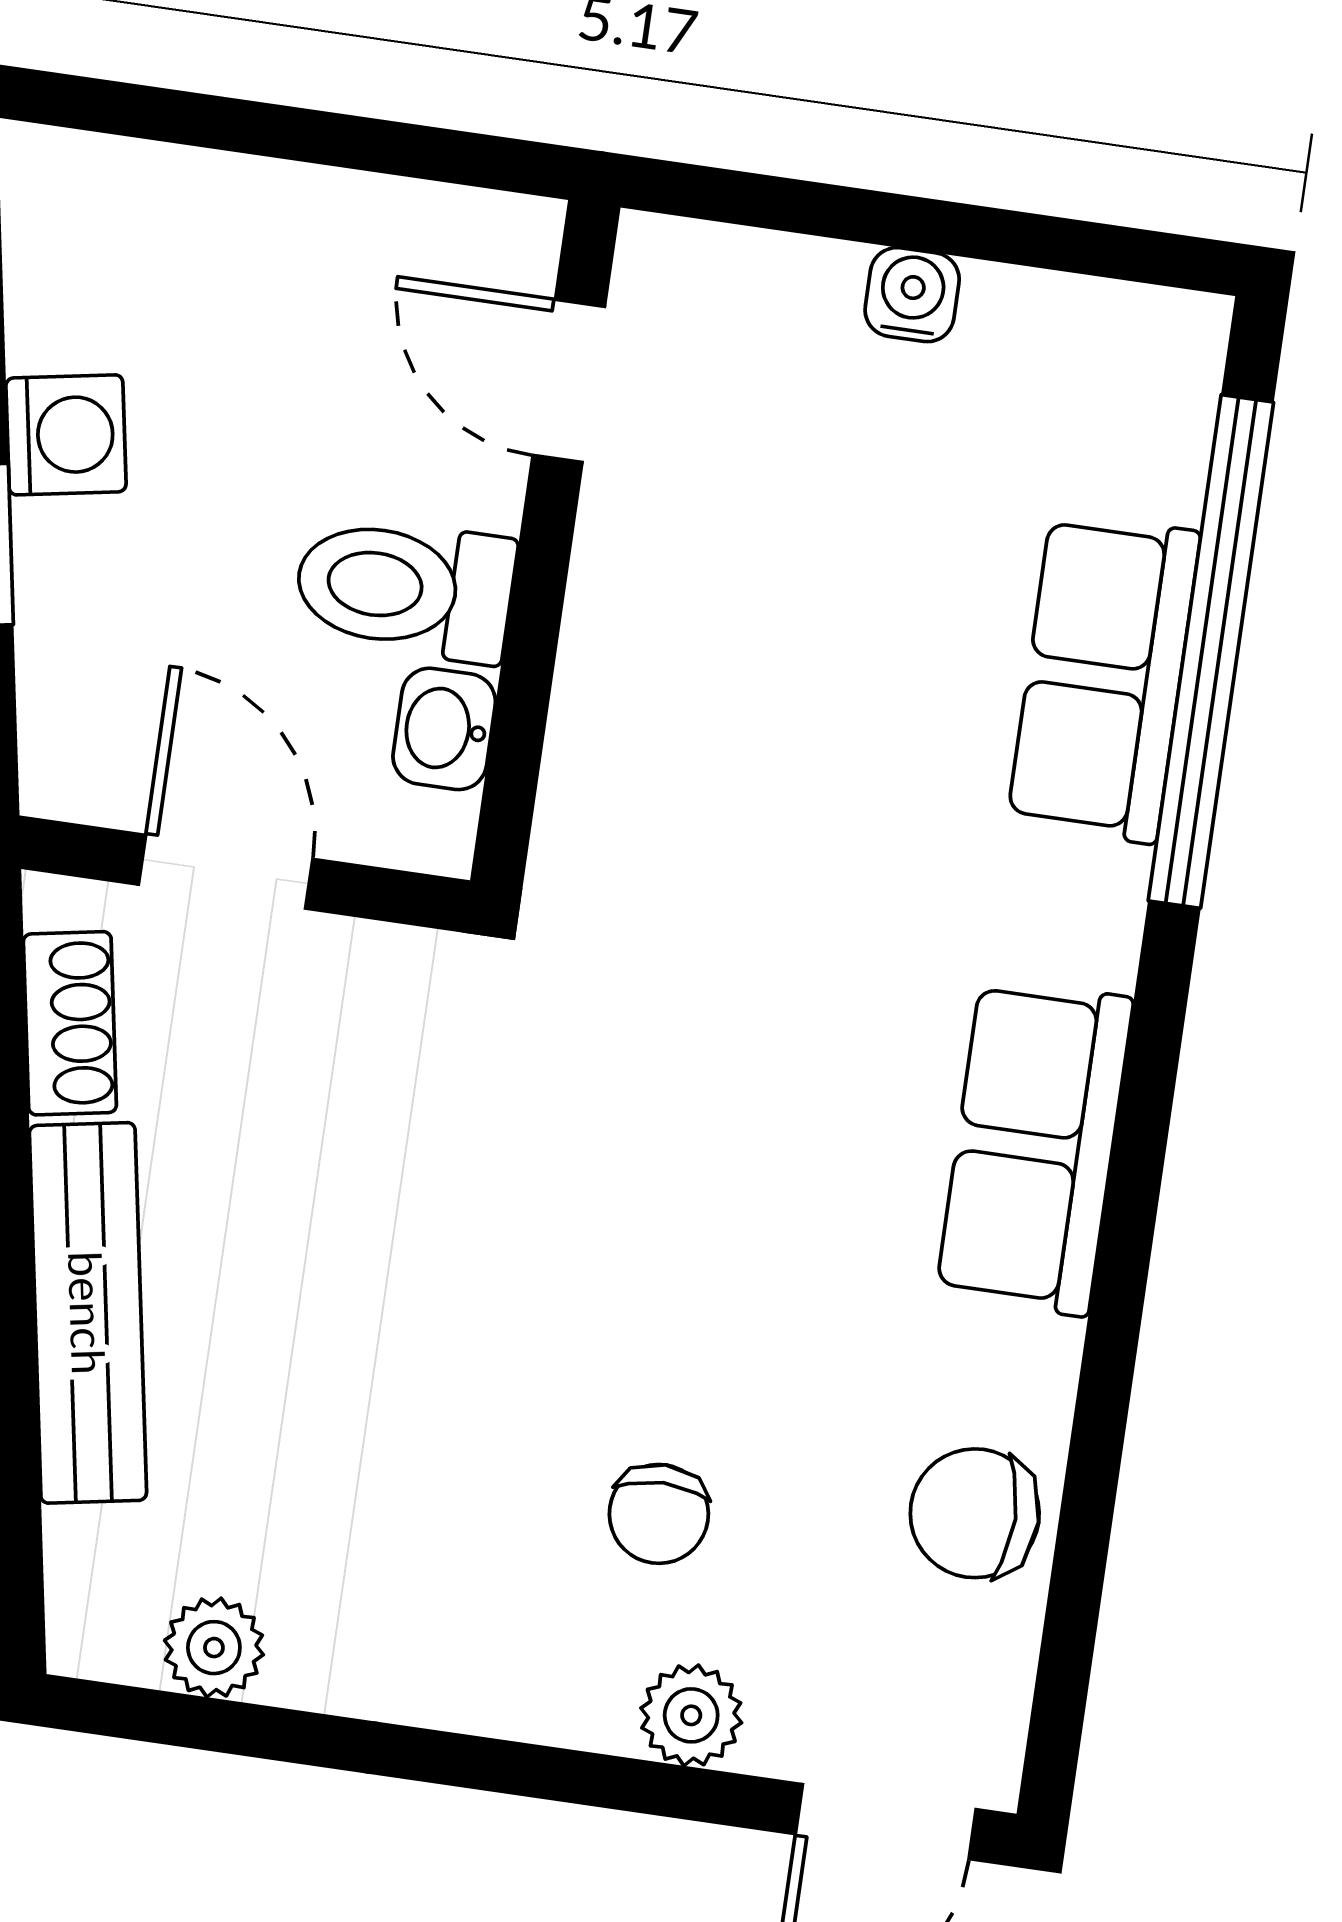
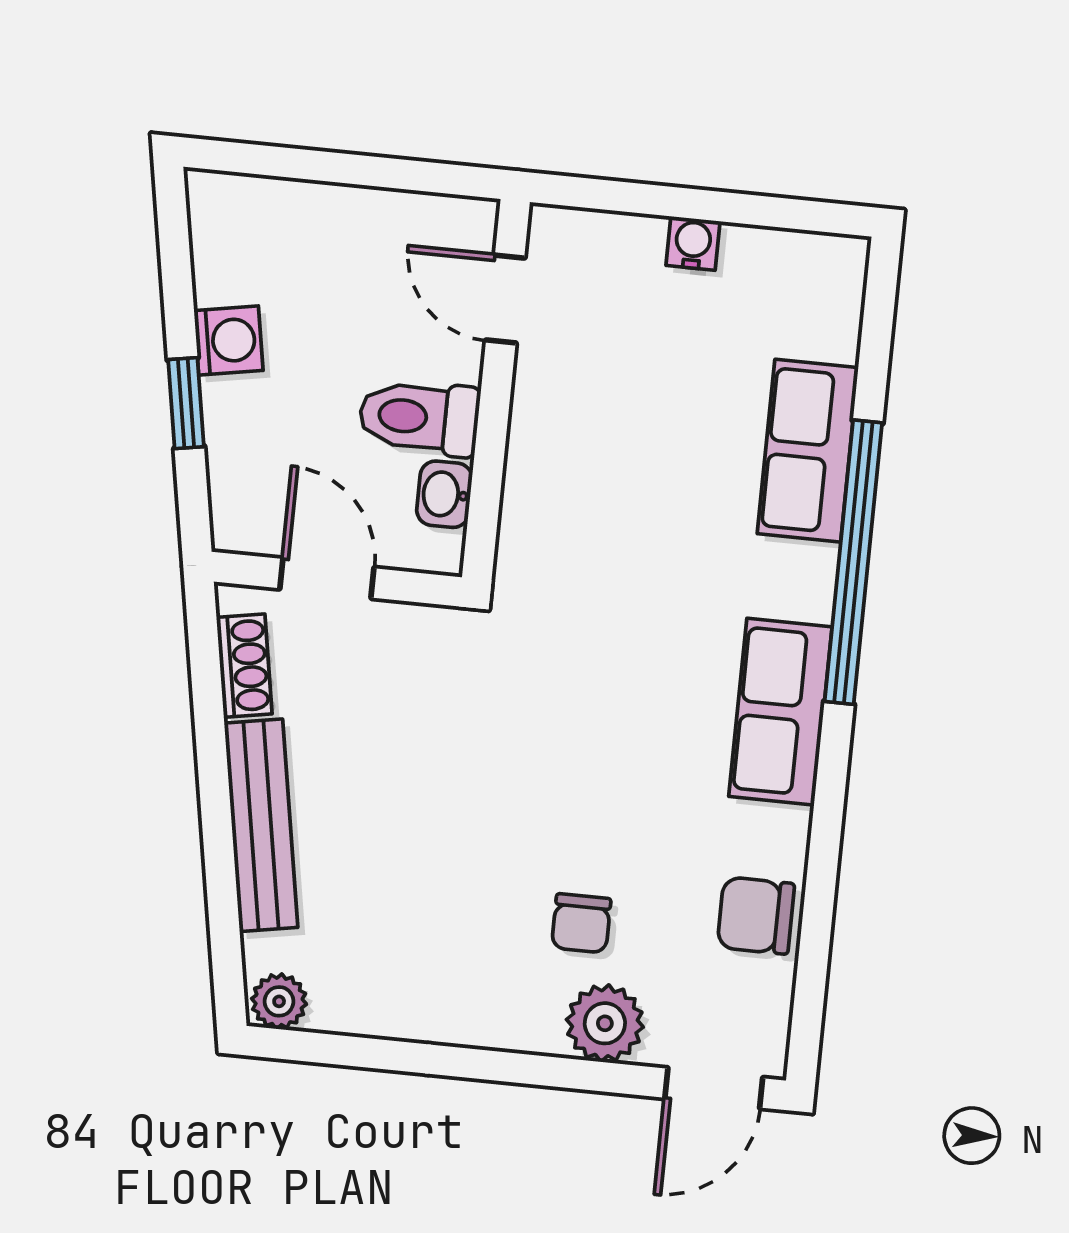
window: (1211, 651) -> (853, 562), moved
plant: (214, 1648) -> (279, 1001), moved
plant: (691, 1715) -> (605, 1023), width x1.38, depth x1.38

